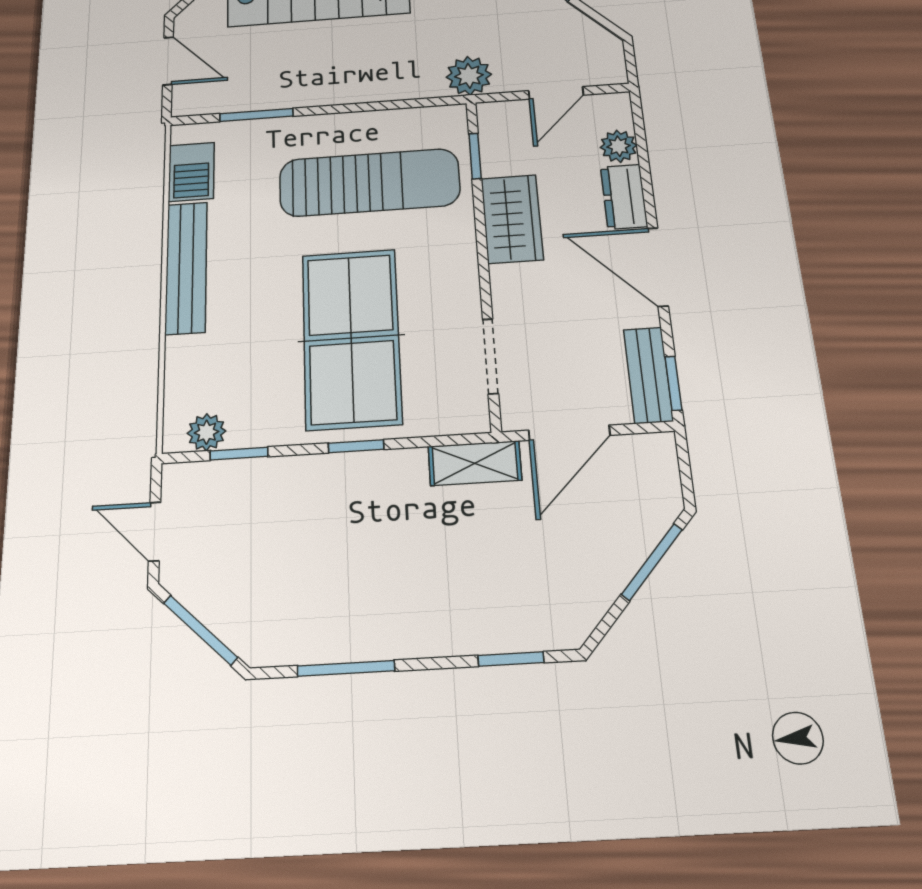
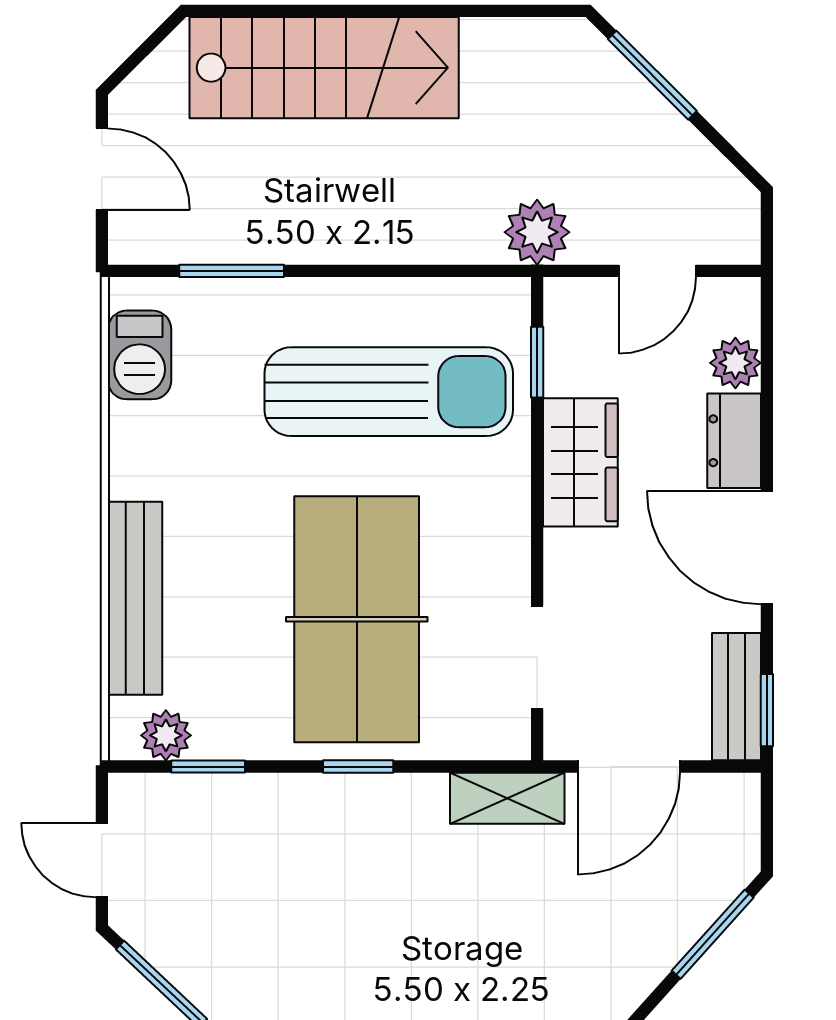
bench: (186, 267) -> (135, 598), moved

